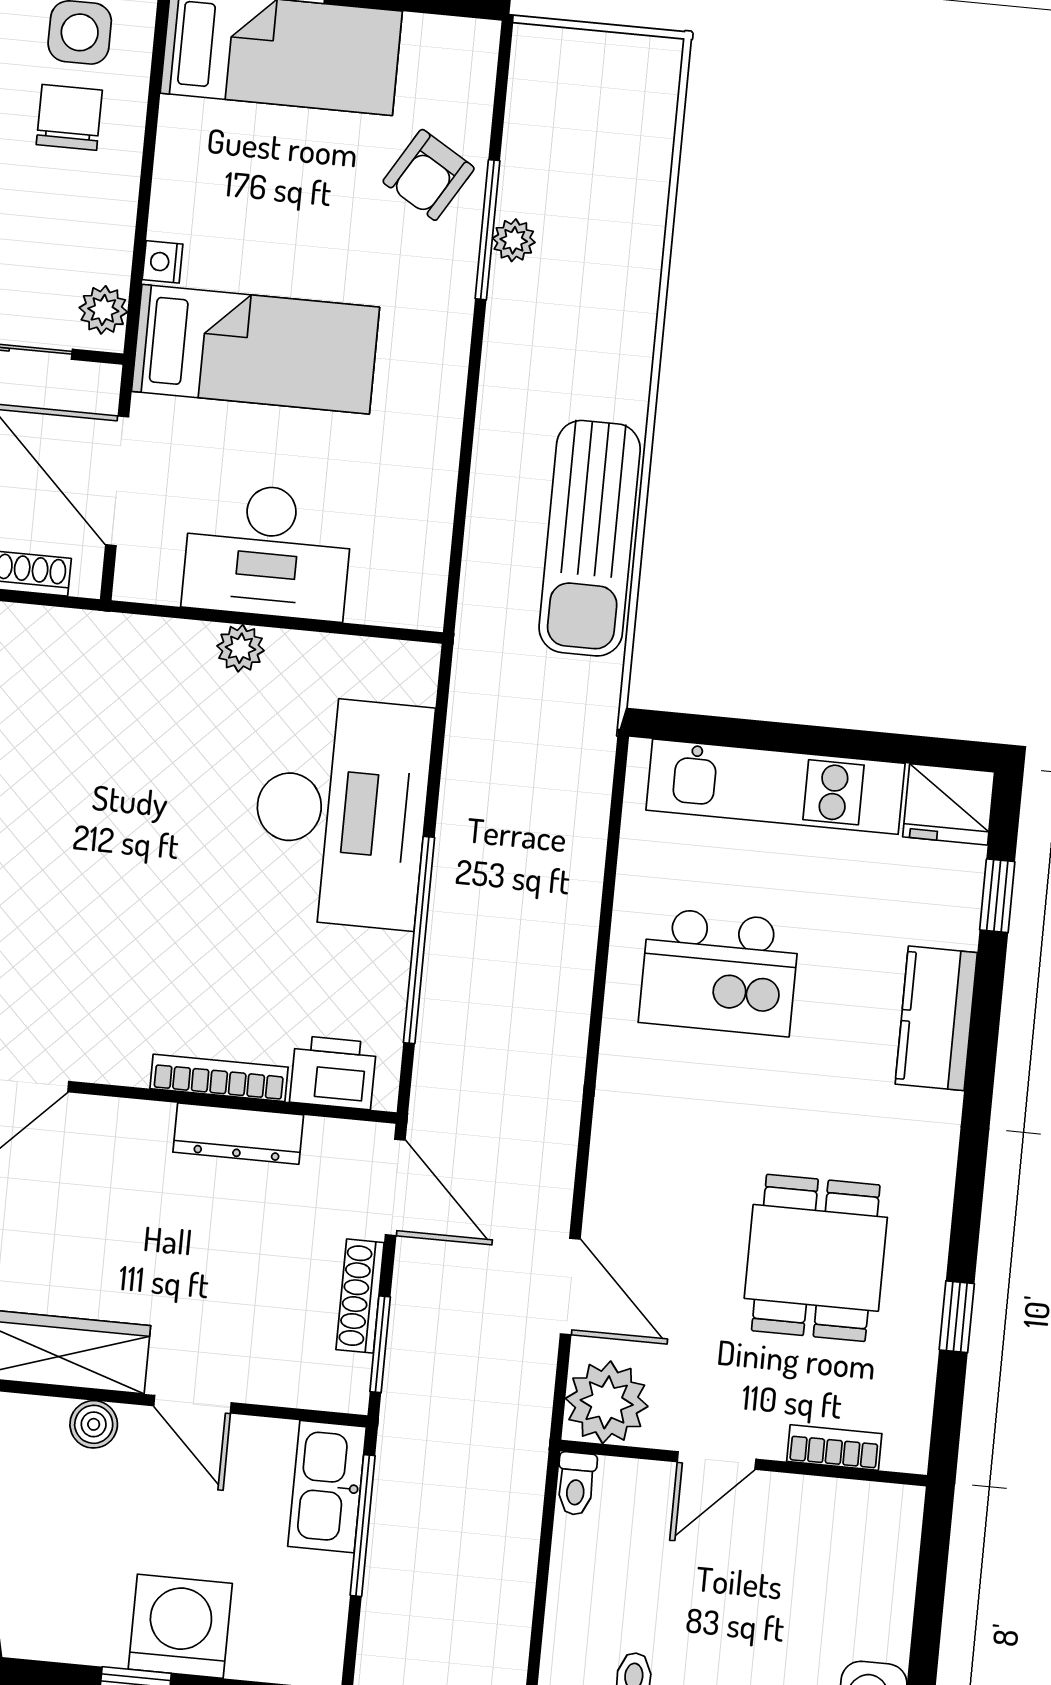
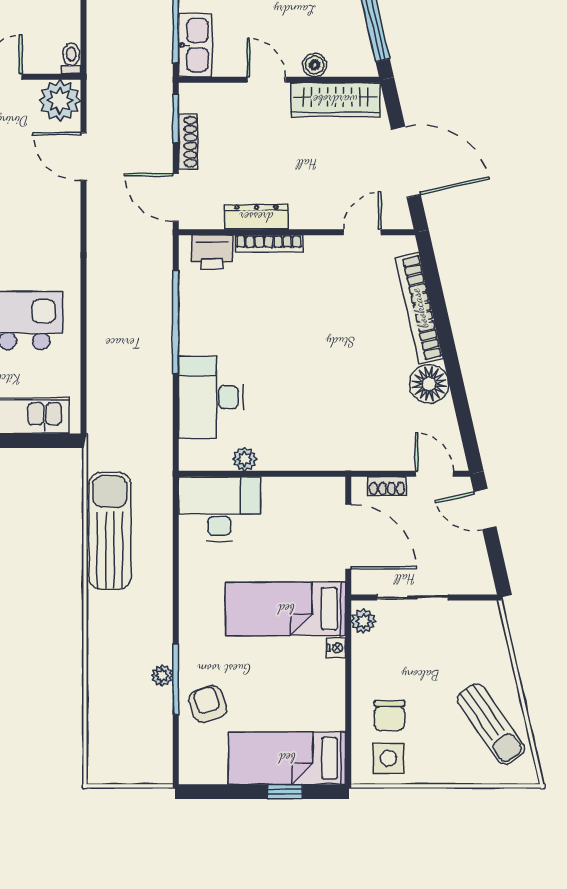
armchair: (429, 175) -> (208, 704), turned -49
desk: (268, 551) -> (219, 509), moved
plant: (240, 648) -> (245, 459), moved
desk: (341, 812) -> (211, 397), width x0.73, depth x0.77

